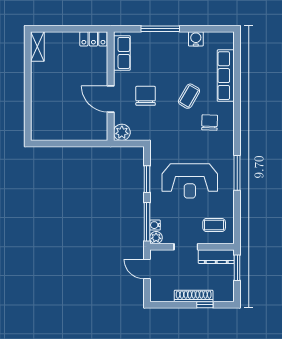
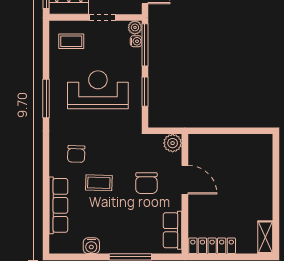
locker: (93, 39) -> (212, 246), width x1.53
coffee table: (189, 96) -> (99, 183), turned 62

